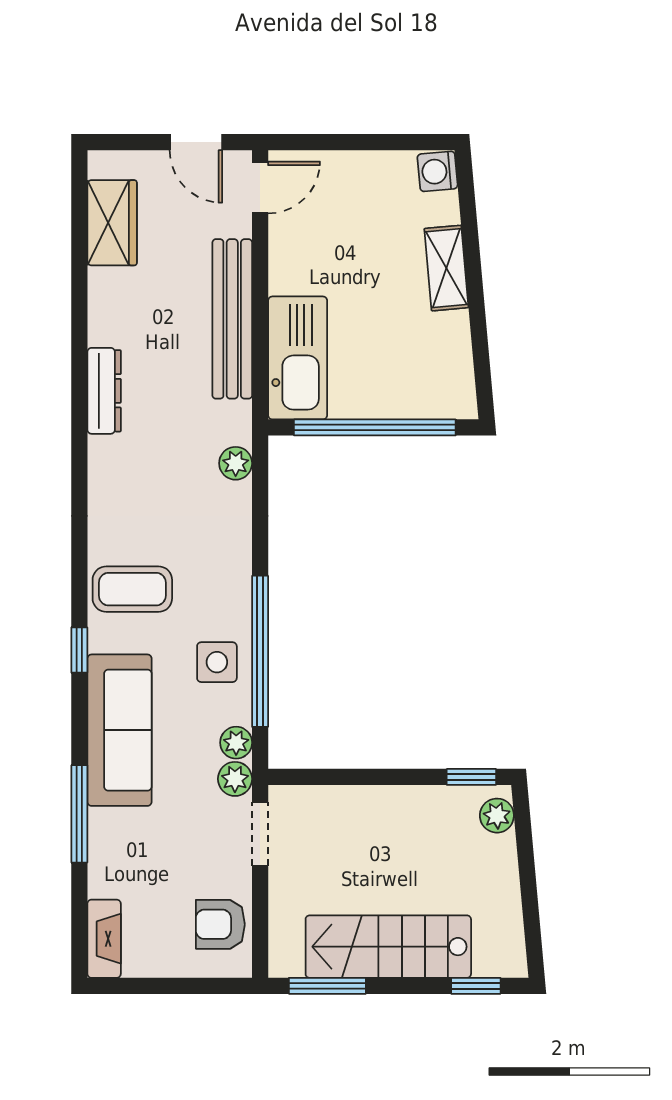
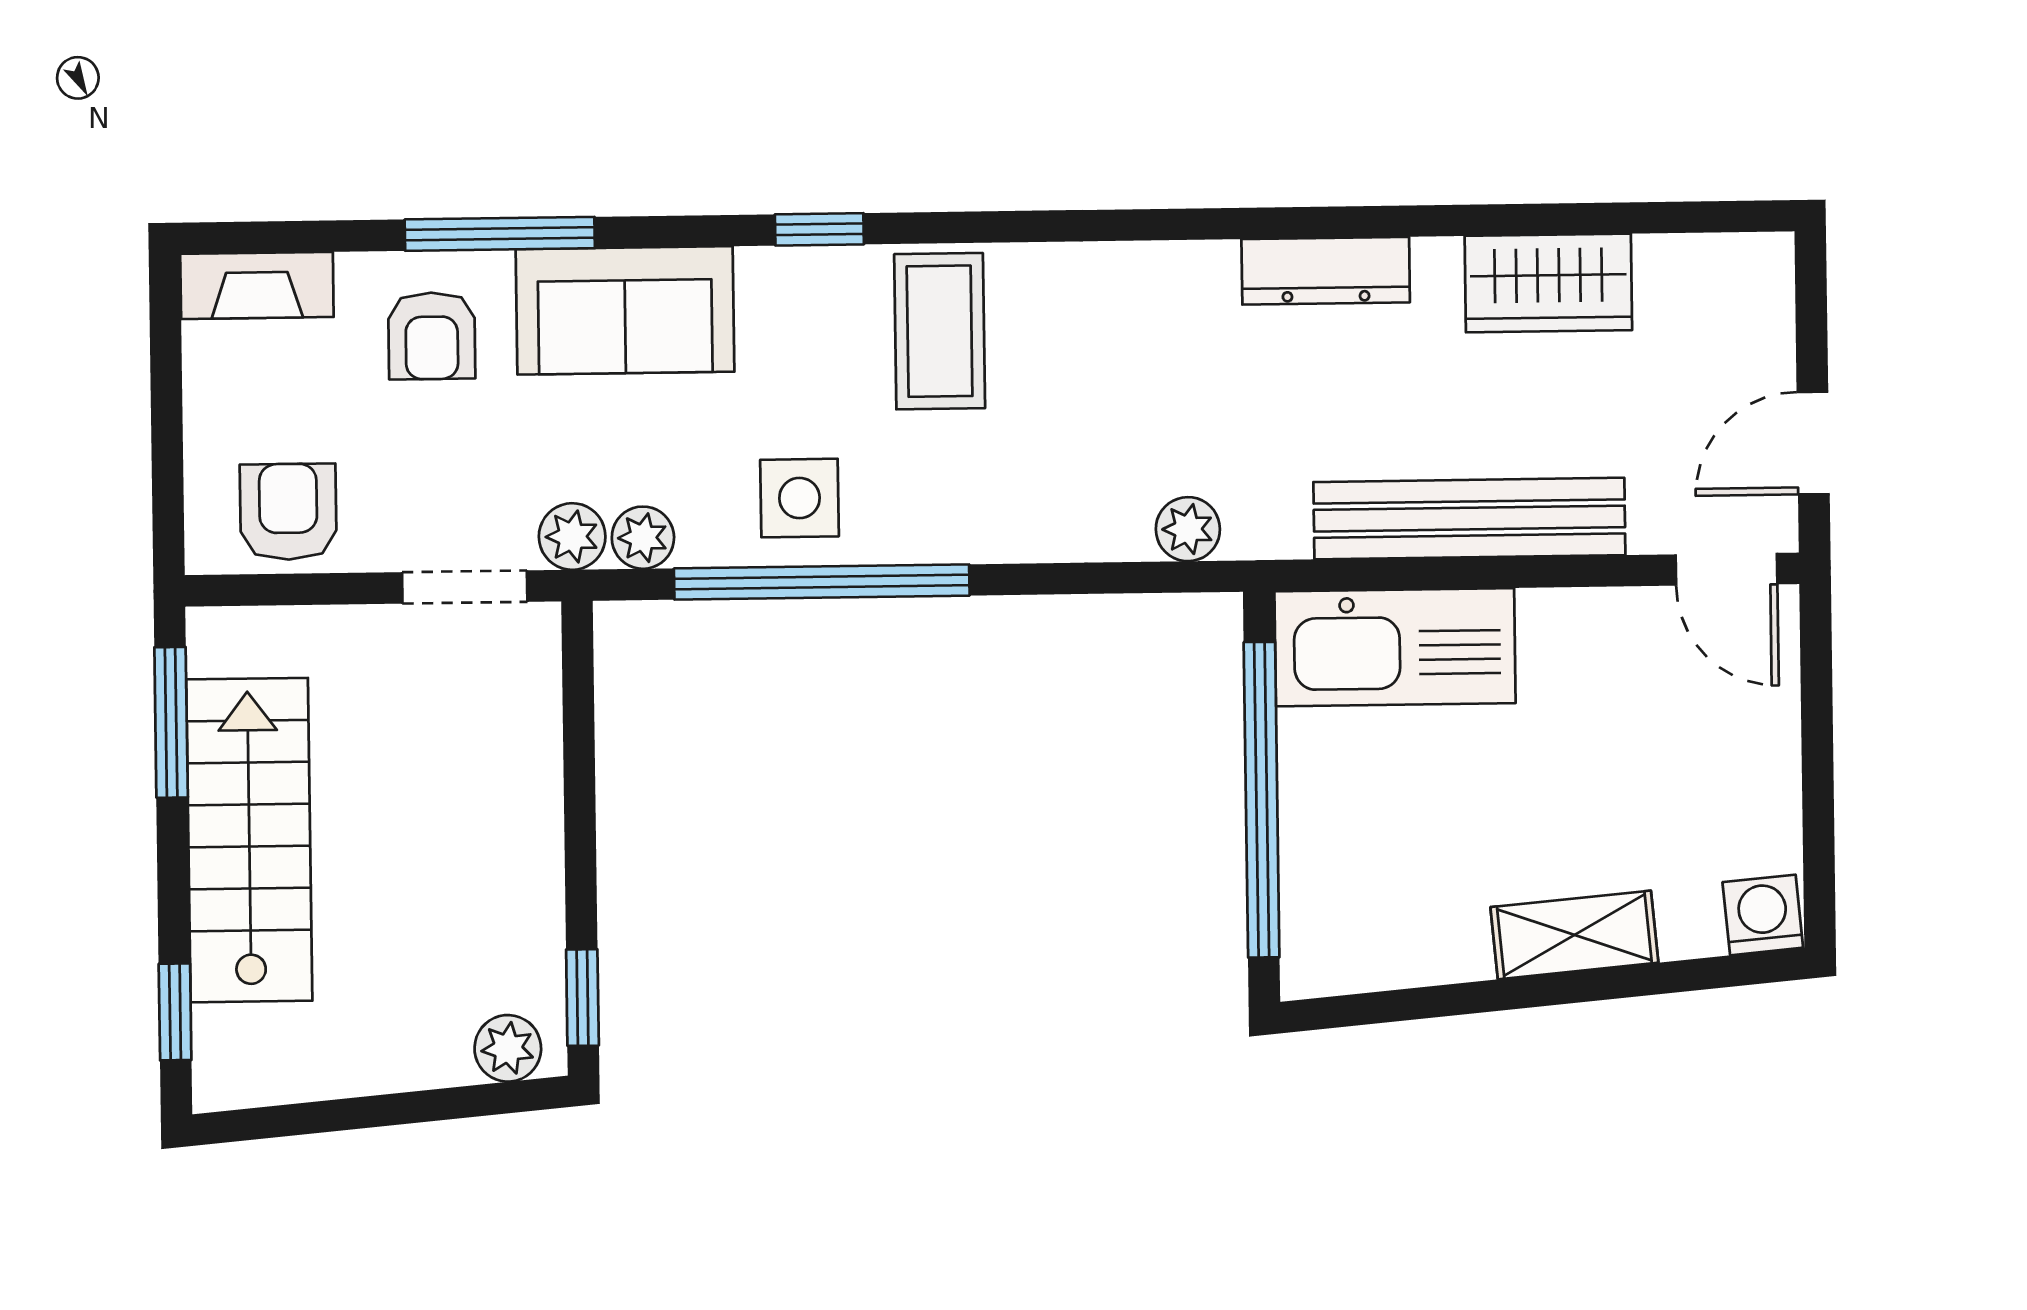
wardrobe: (112, 223) -> (1548, 283), moved
sofa: (120, 730) -> (625, 310), width x0.73
armchair: (131, 849) -> (432, 336), added

